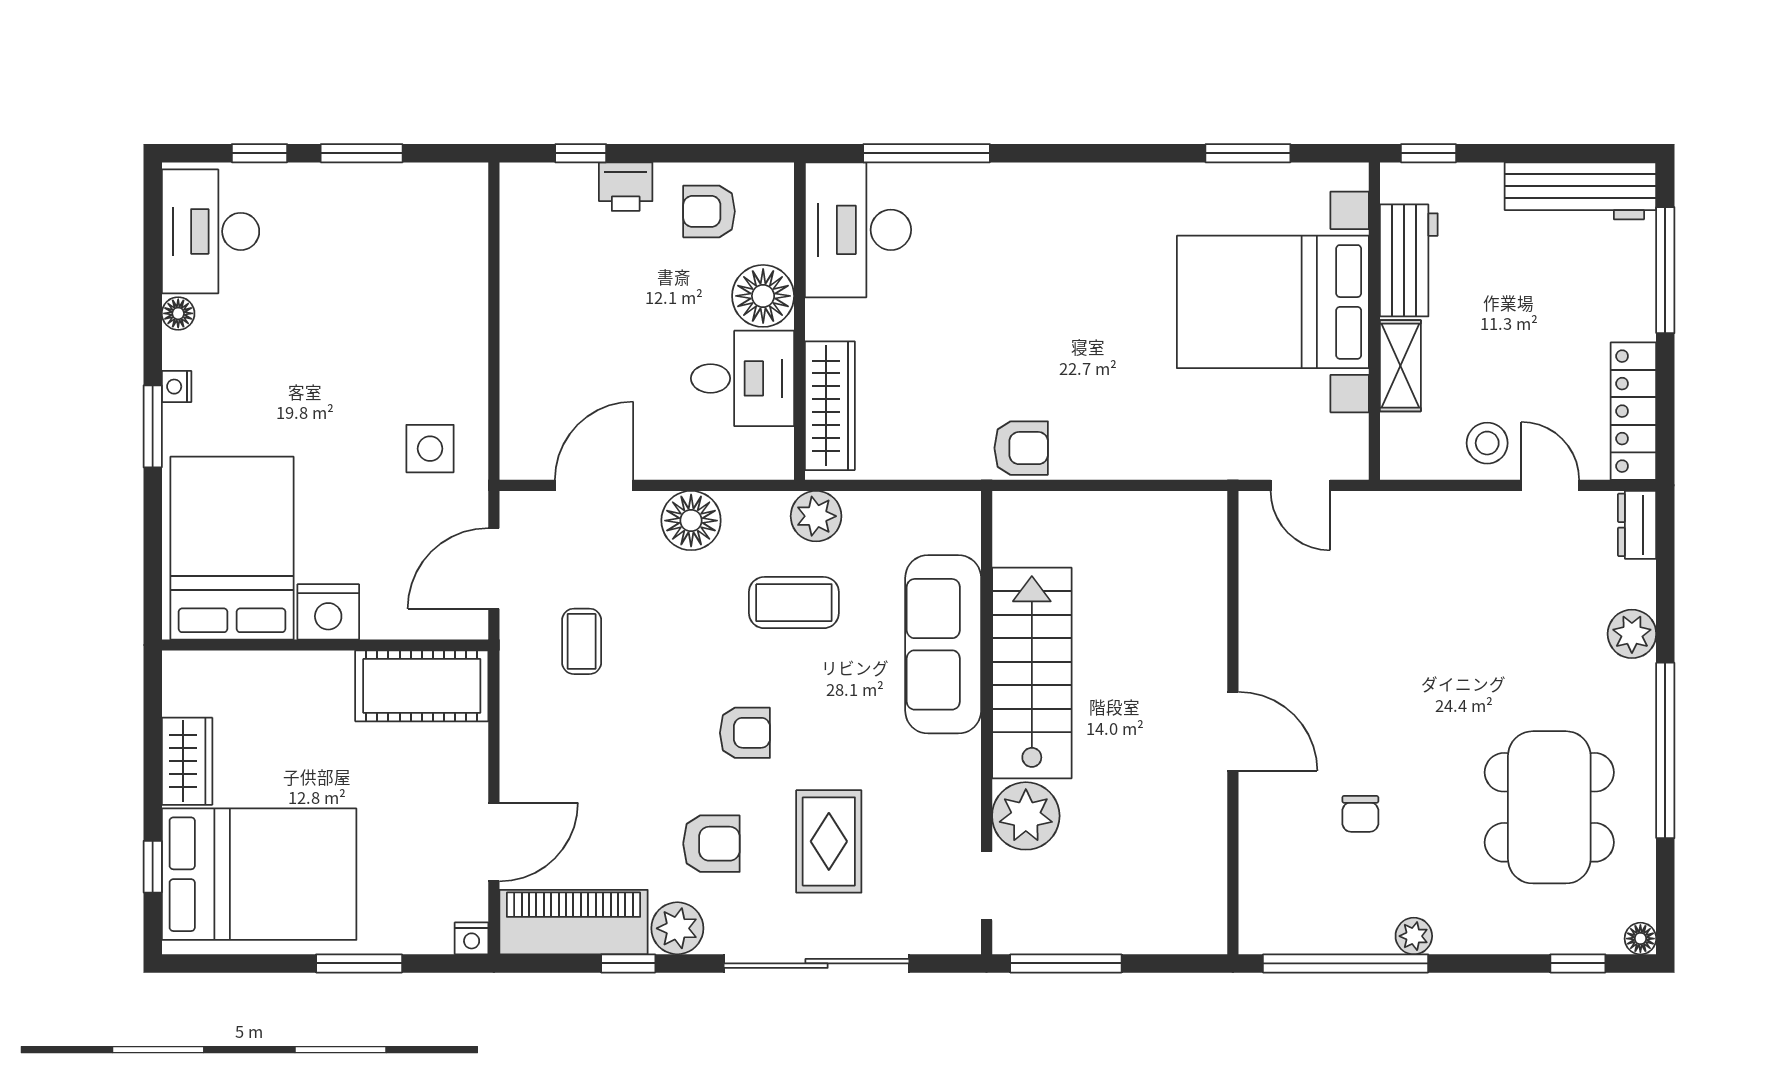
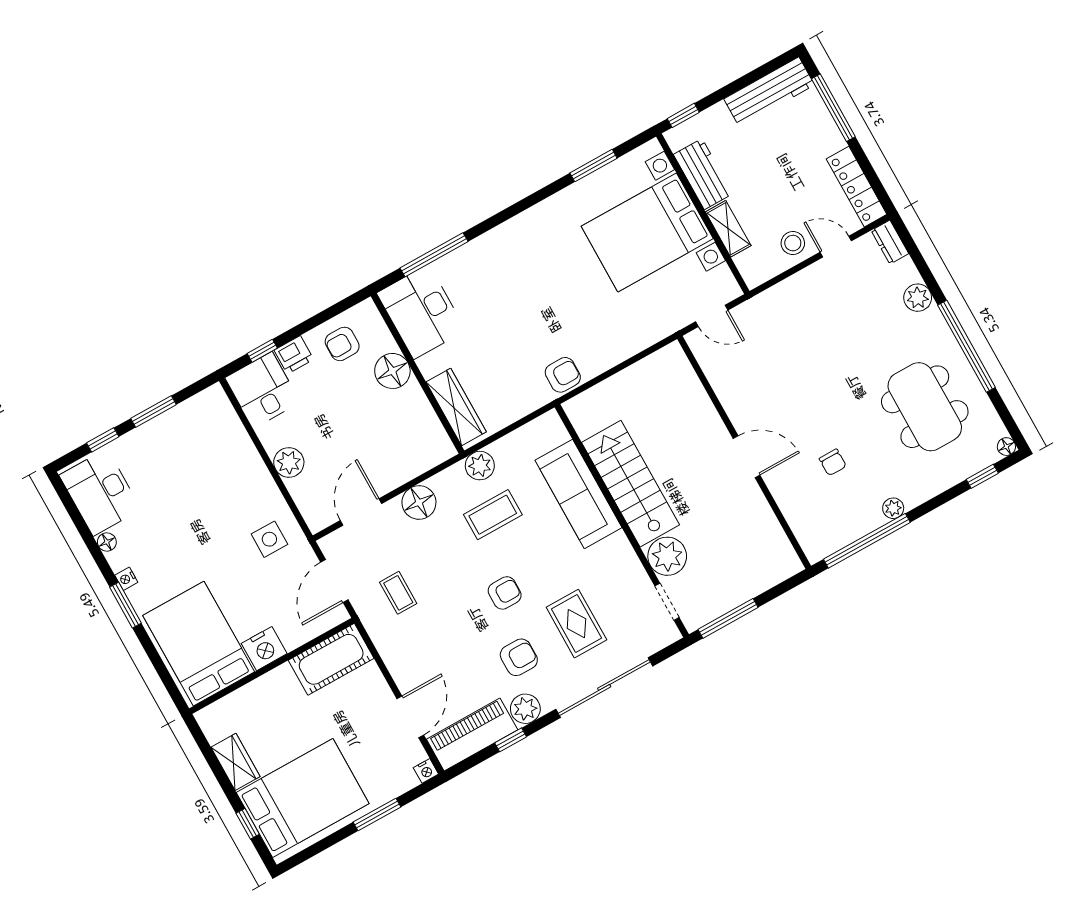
plant: (526, 348) -> (289, 462), added
desk: (742, 378) -> (263, 390), moved, turned -90

